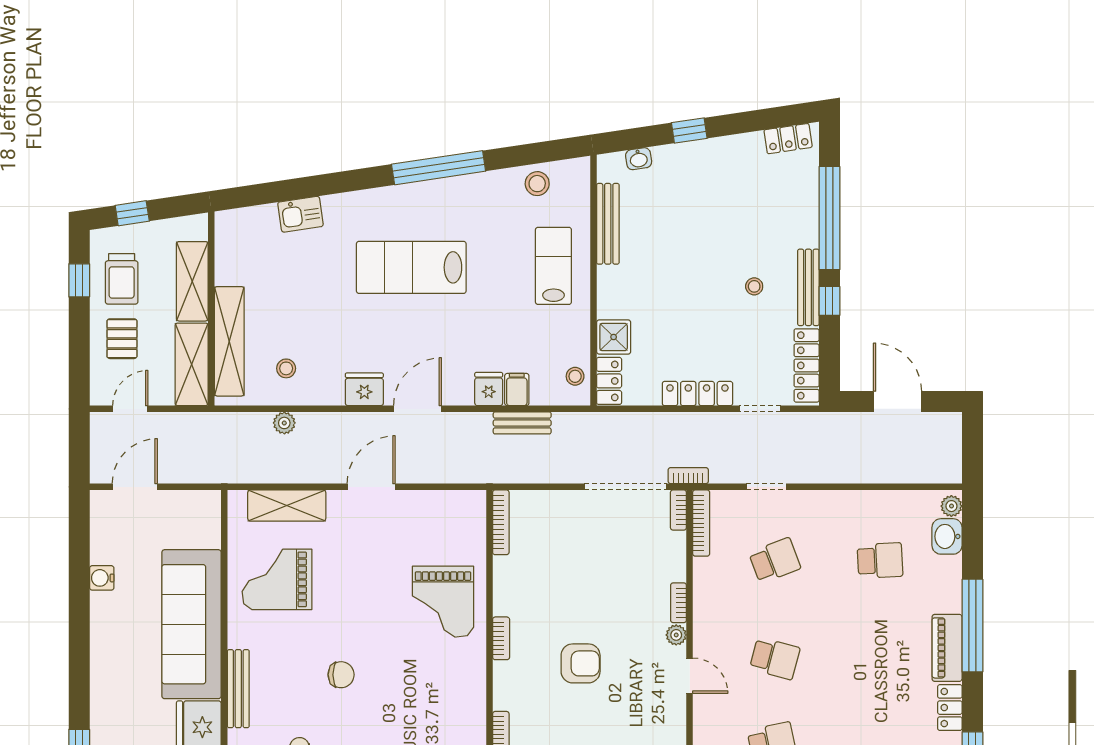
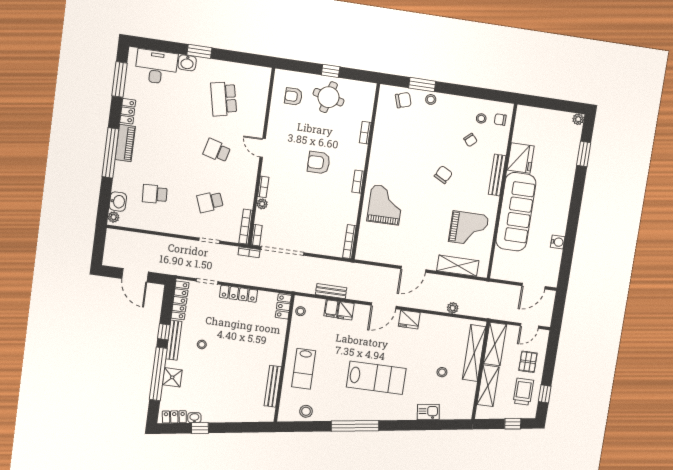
window: (689, 130) -> (200, 428), moved
washbasin: (639, 159) -> (194, 418), moved
shower: (614, 337) -> (172, 377), moved
stool: (286, 368) -> (442, 372), moved
plant: (676, 635) -> (262, 204), moved
chair: (341, 675) -> (443, 175), turned 118

